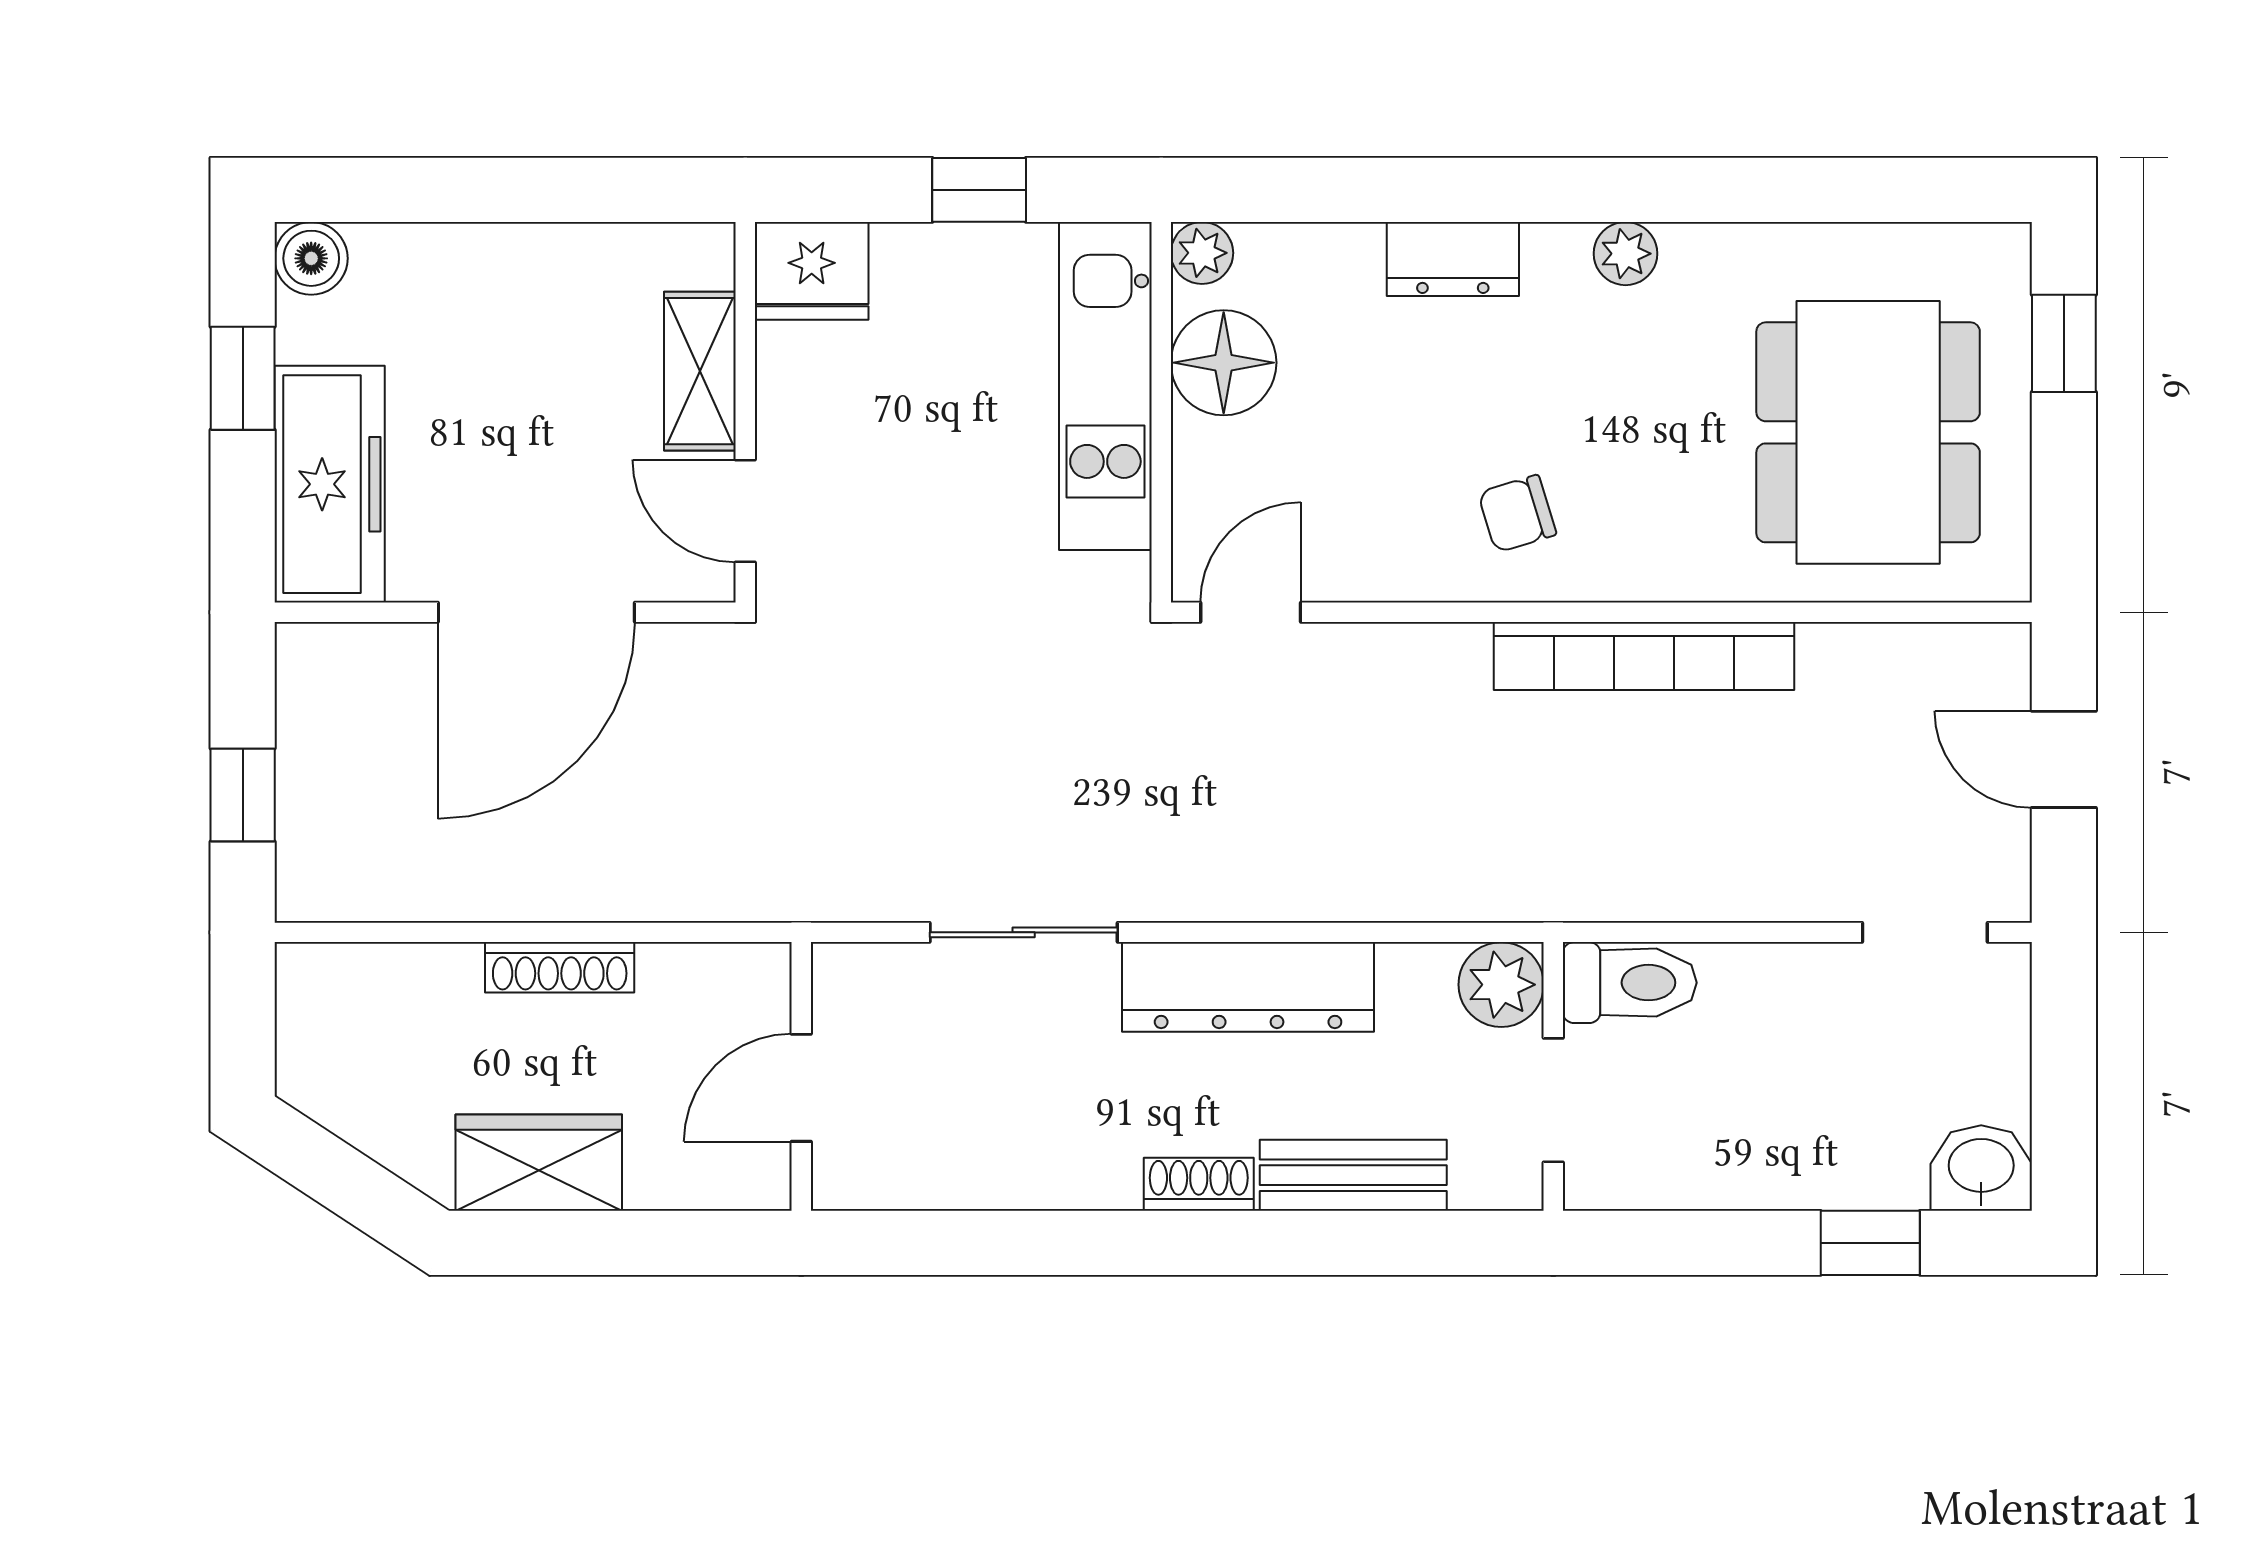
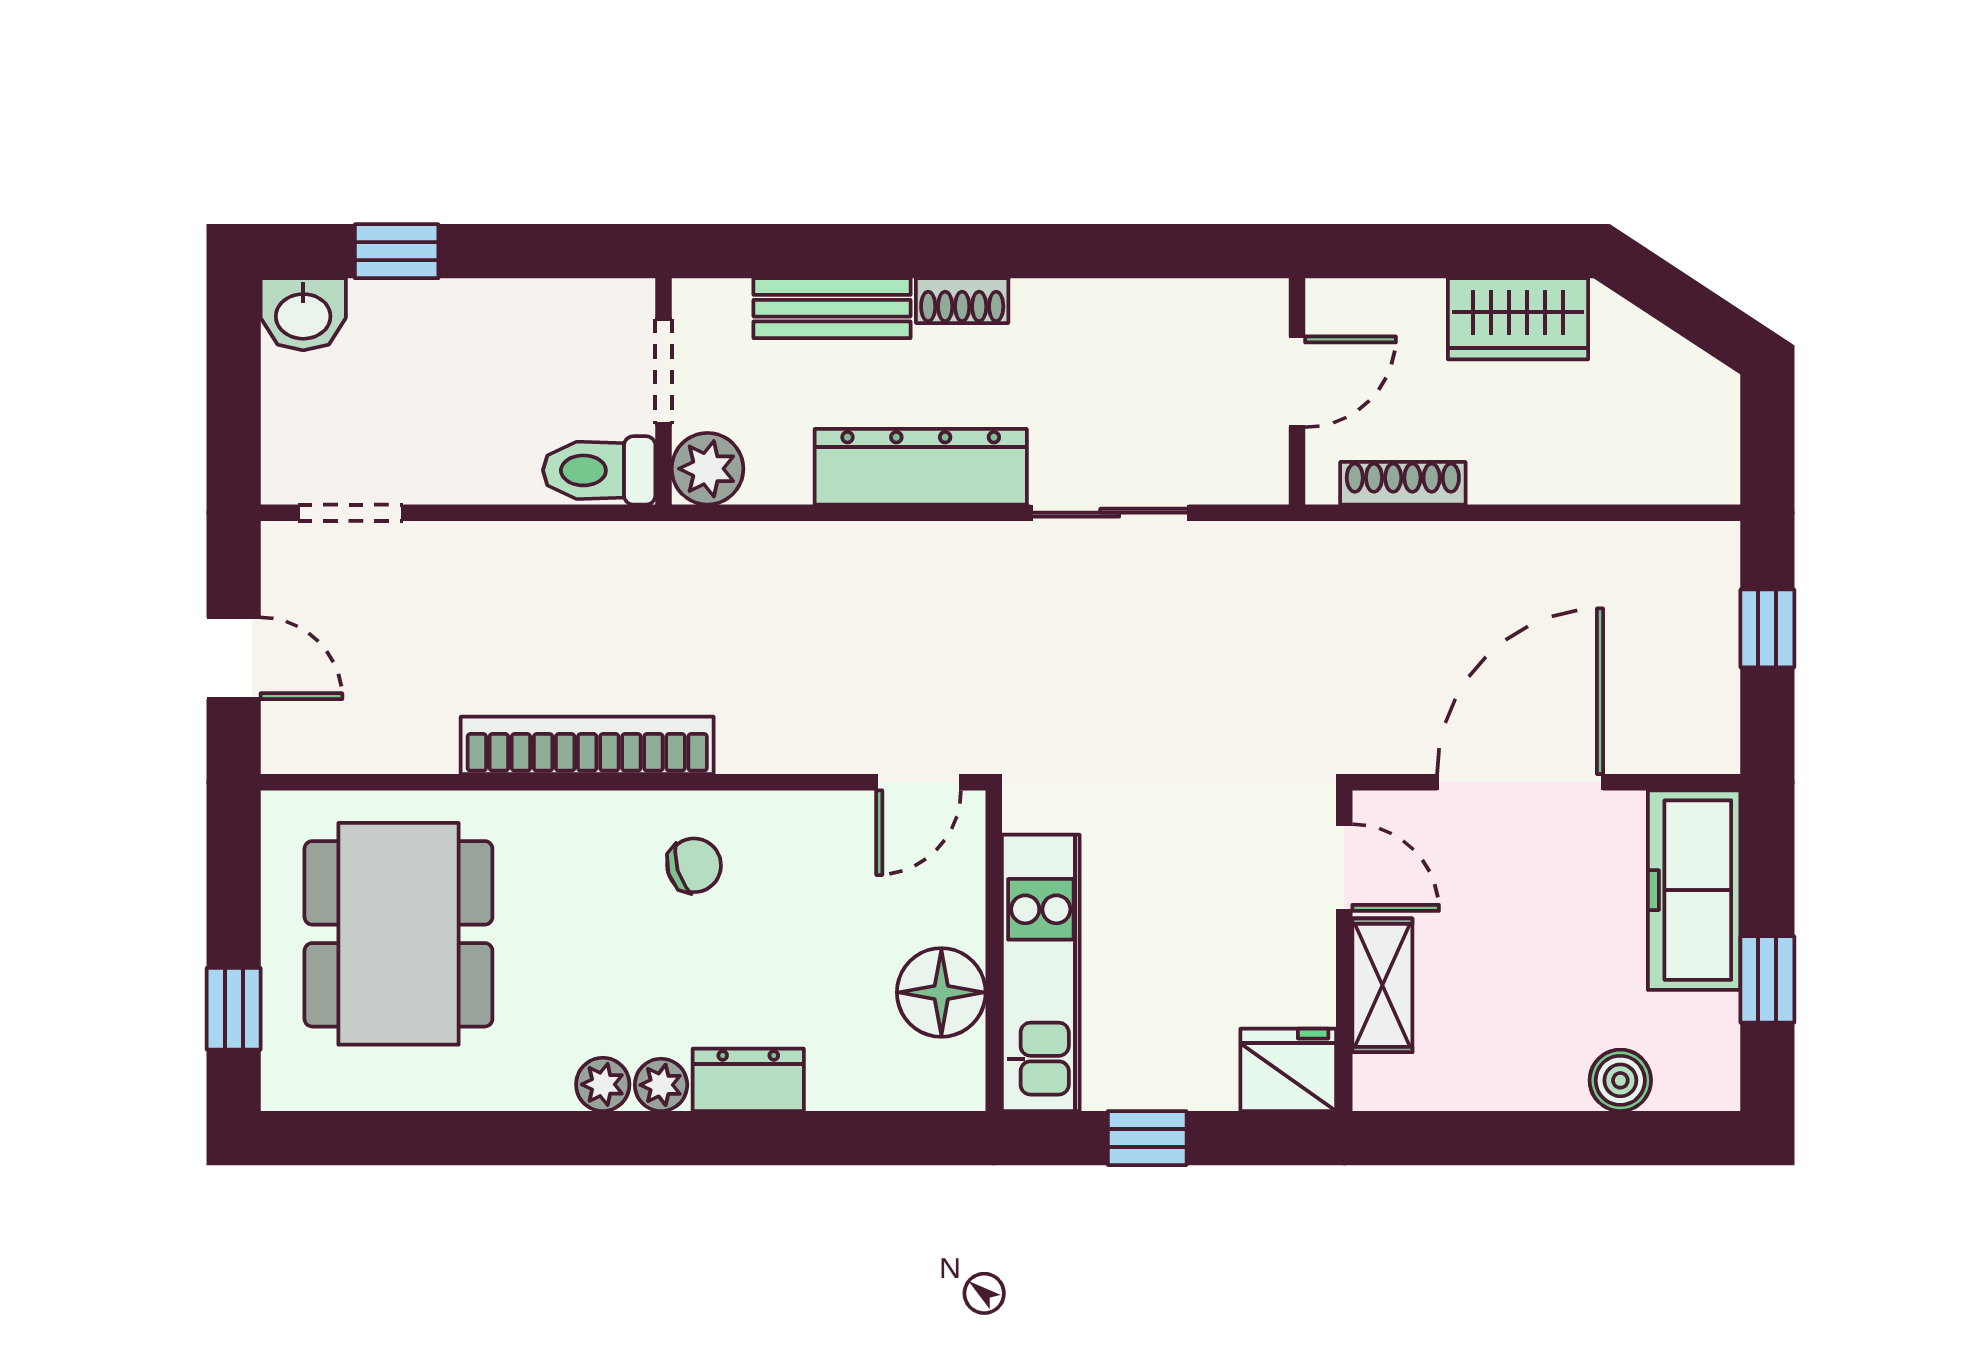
plant: (1202, 253) -> (661, 1085), moved
boiler: (311, 258) -> (1620, 1080), moved
shoe rack: (560, 967) -> (1403, 483), moved

